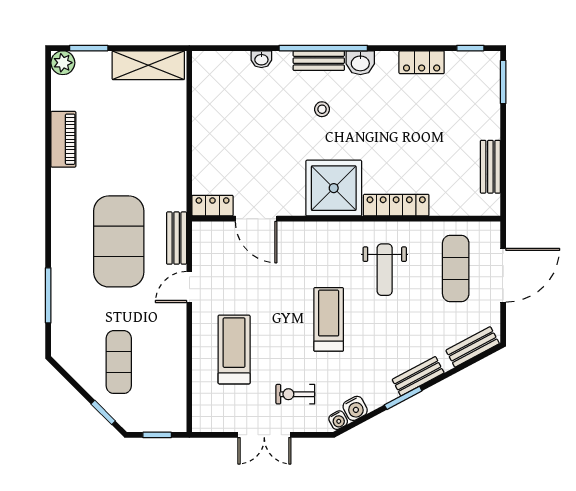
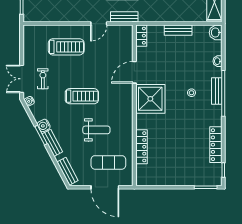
locker: (422, 62) -> (216, 145), width x1.53
washbasin: (360, 63) -> (216, 33), moved
bench: (490, 167) -> (178, 30), moved
locker: (396, 205) -> (141, 147), moved
door: (256, 219) -> (134, 72), moved
weight bench: (385, 270) -> (96, 130), moved, turned 180
door: (189, 287) -> (99, 24), swing flipped
water cooler: (355, 408) -> (44, 125), moved
double door: (264, 435) -> (22, 79), moved

